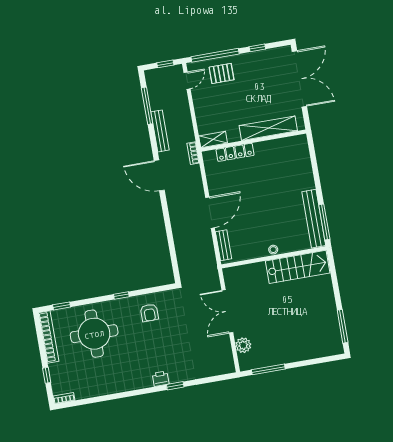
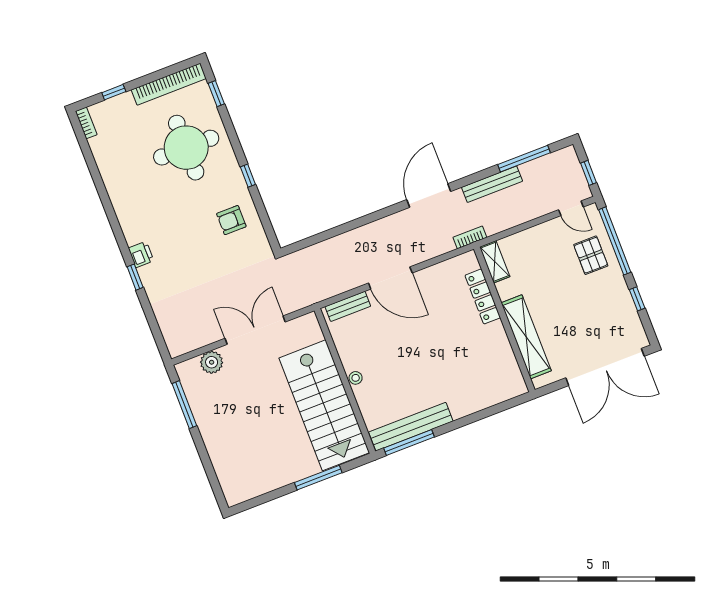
stairs: (298, 267) -> (324, 405), width x1.36, depth x1.51
window: (343, 326) -> (318, 478), moved

